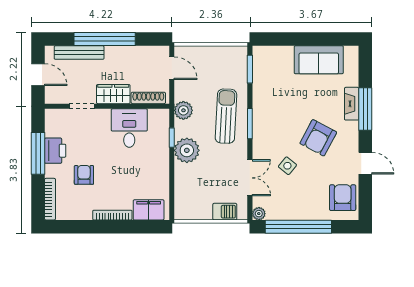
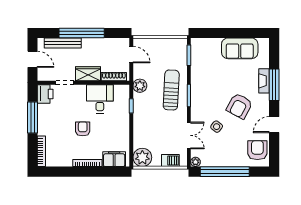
plant: (187, 150) -> (142, 157), moved
printer: (55, 151) -> (45, 94), moved
door: (365, 163) -> (274, 125), swing flipped
armchair: (84, 175) -> (83, 129), moved

